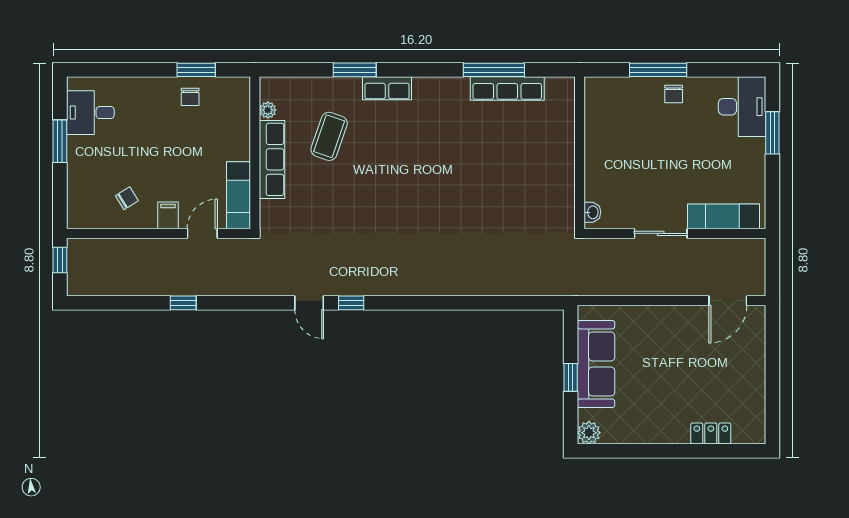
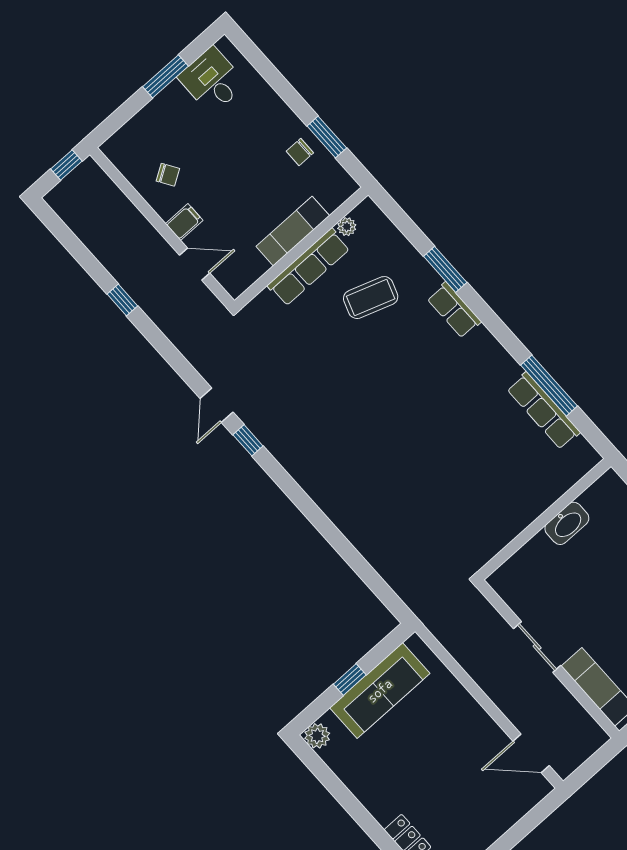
exam couch: (239, 195) -> (293, 231), moved
washbasin: (592, 212) -> (567, 523), moved, width x1.91, depth x1.45

